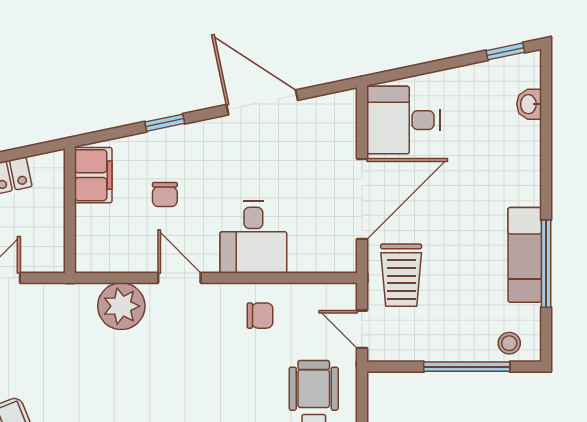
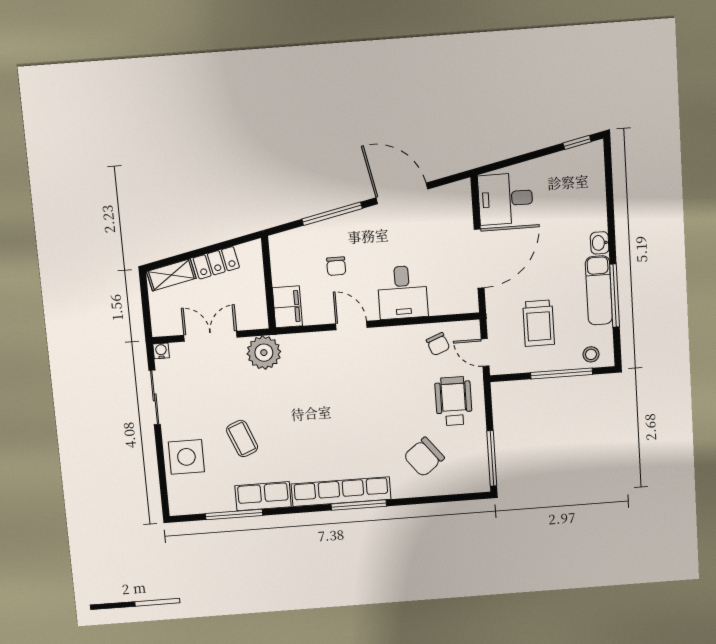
washbasin: (529, 104) -> (600, 243), moved
window: (165, 123) -> (332, 214), width x2.17
filing cabinet: (93, 175) -> (287, 307), moved
trolley: (401, 275) -> (539, 323), moved
plant: (121, 306) -> (264, 353), moved
chair: (260, 316) -> (438, 344), moved, turned 69

